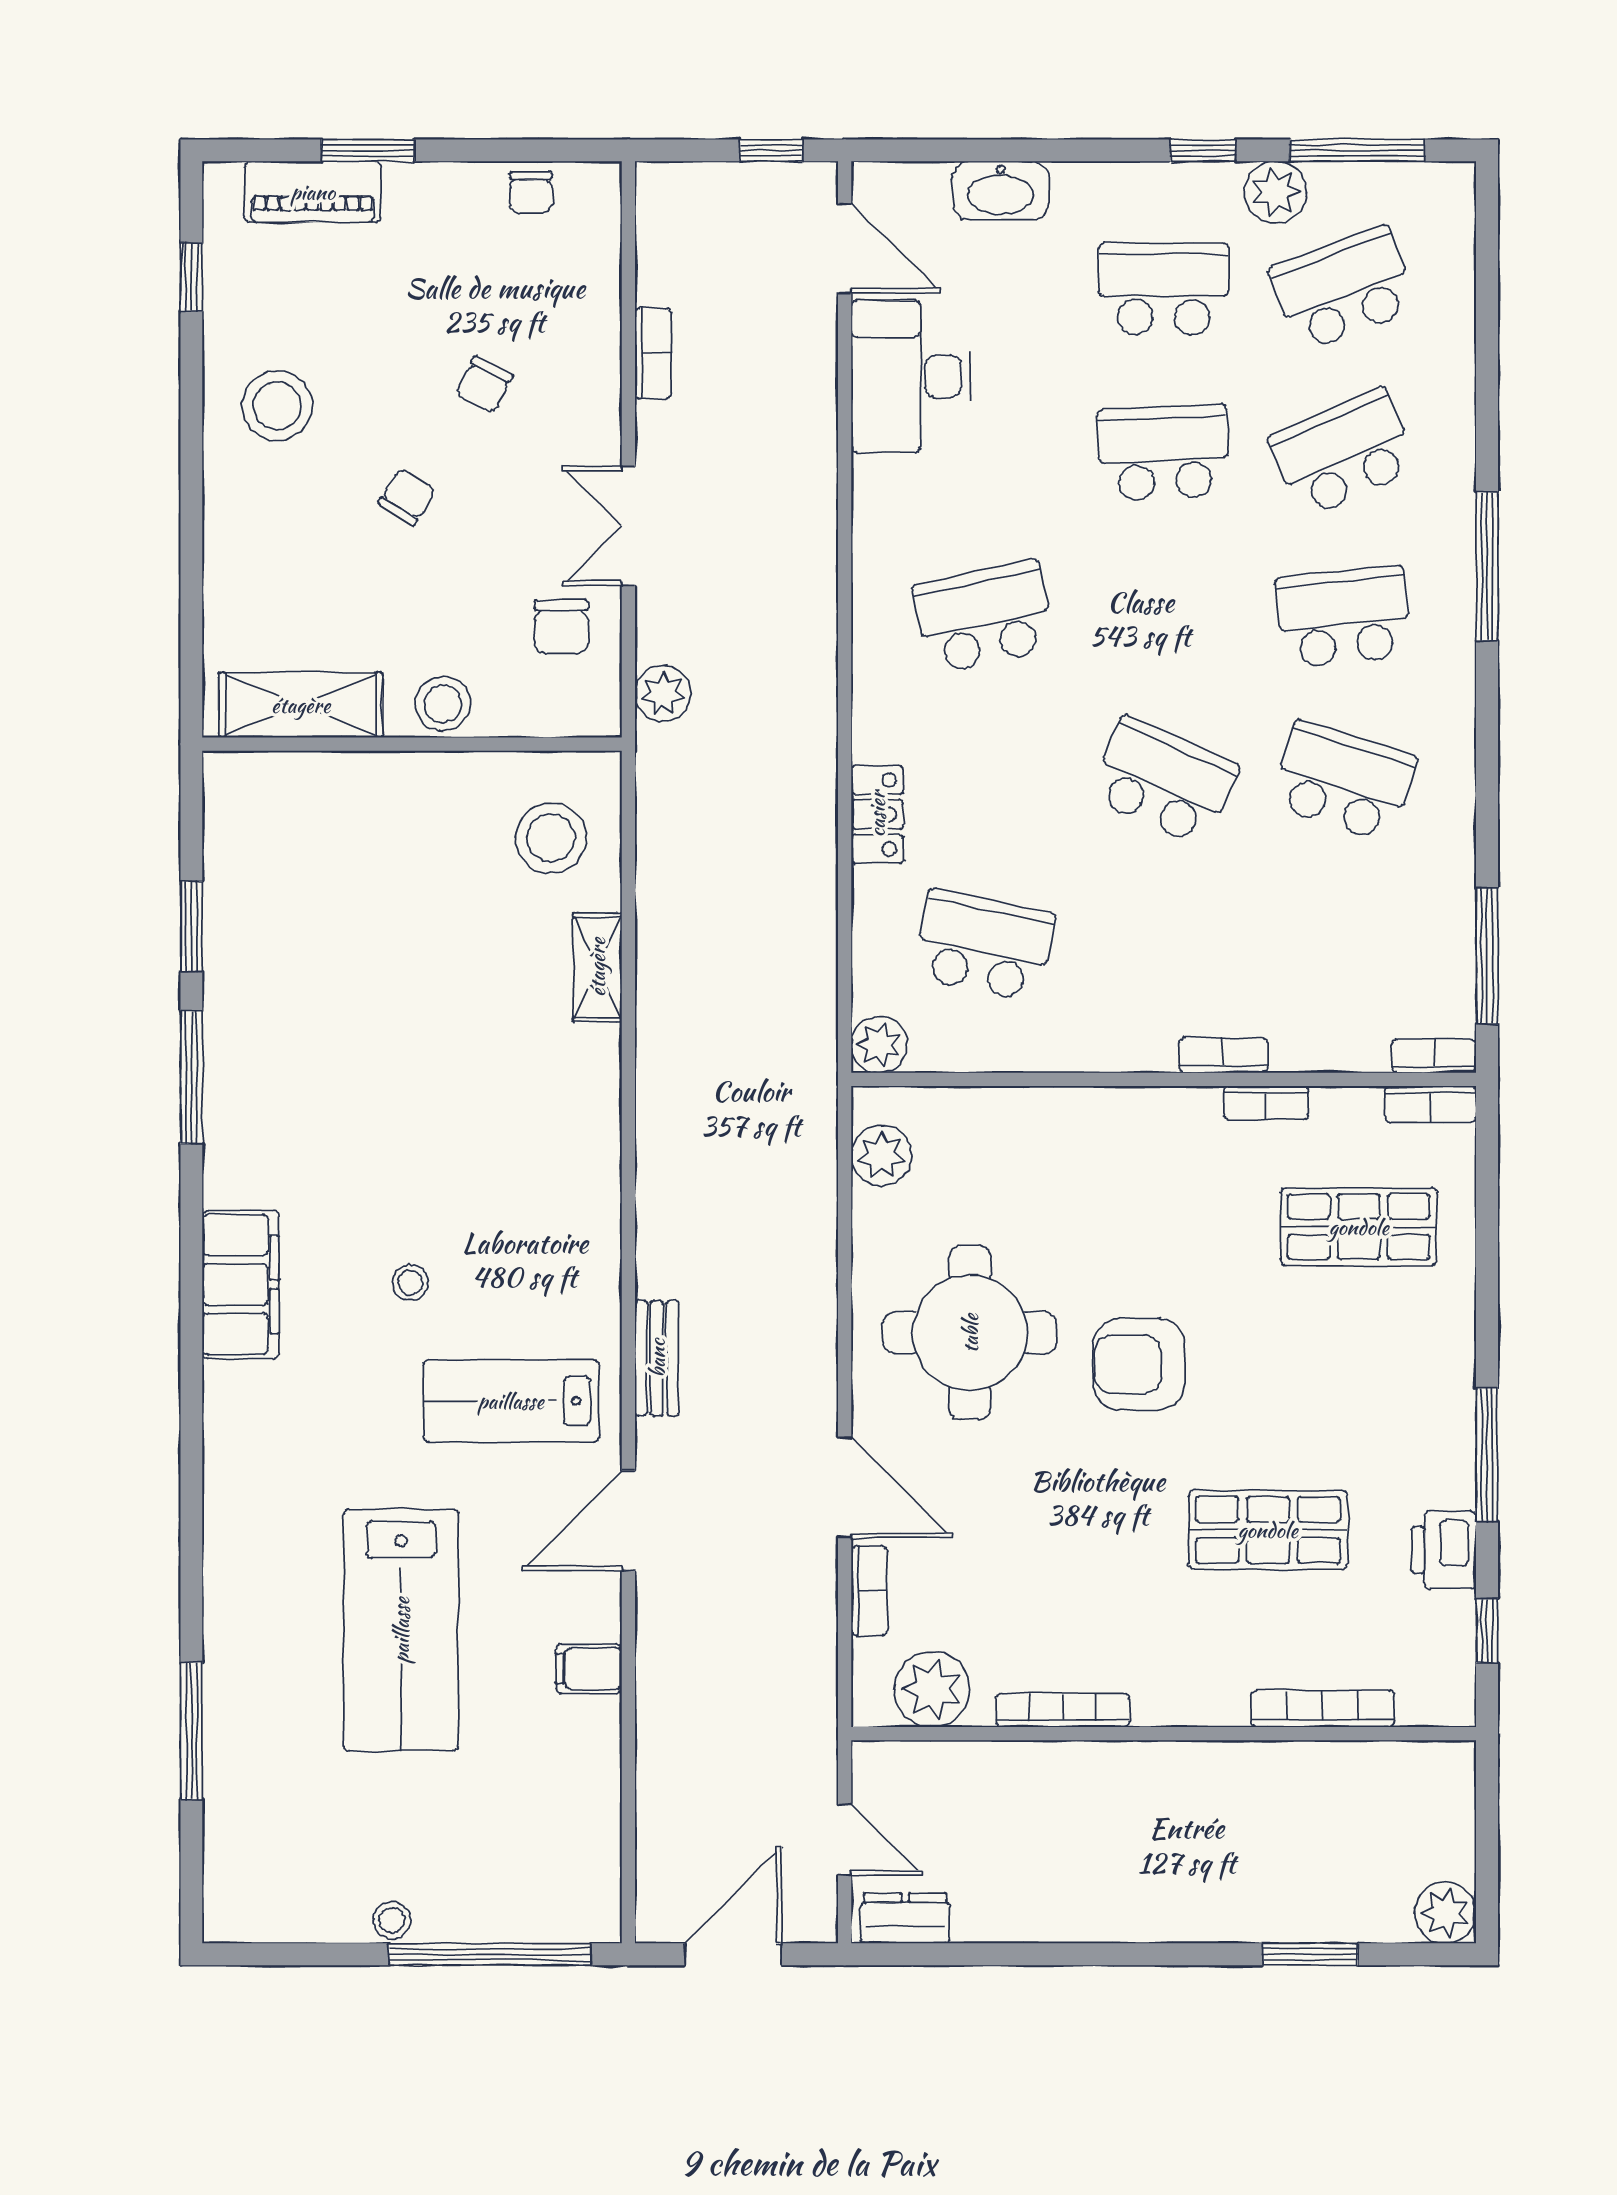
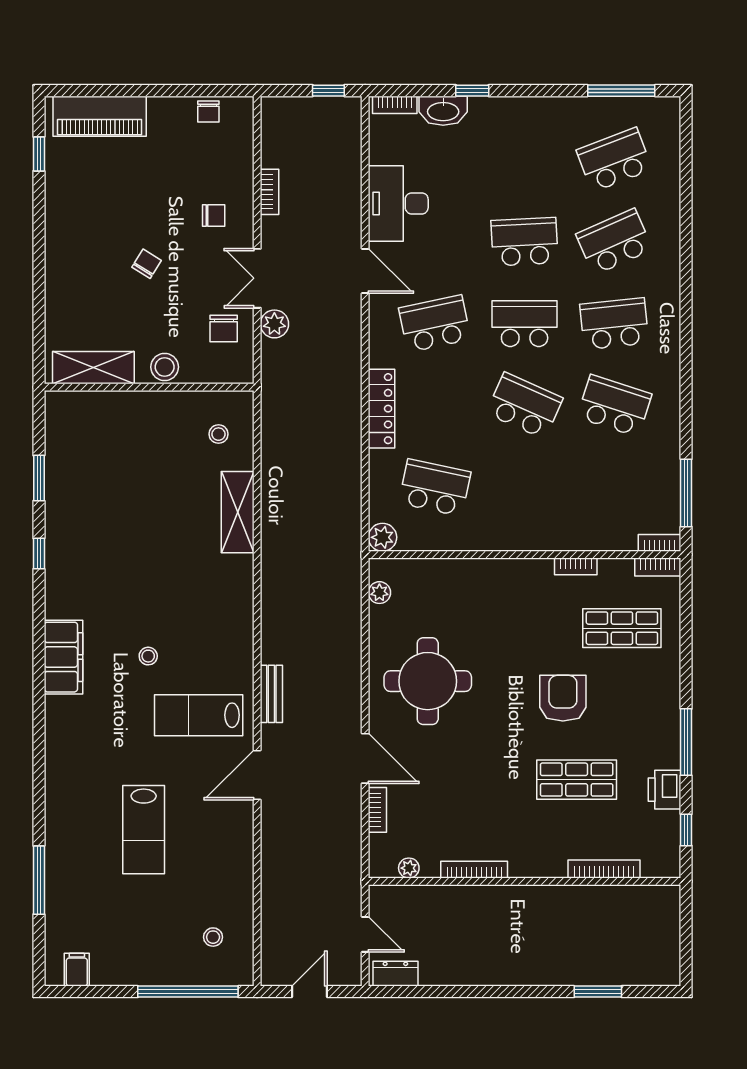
window: (368, 150) -> (127, 91), removed
window: (1203, 150) -> (472, 91), moved
piano: (313, 192) -> (100, 116), width x1.37, depth x1.33
plant: (1275, 192) -> (580, 112), removed
door: (845, 248) -> (365, 271), moved
school desk: (1164, 289) -> (525, 324), moved
chair: (484, 385) -> (214, 215), moved, turned -117
stool: (277, 406) -> (82, 218), removed
window: (1487, 566) -> (686, 298), removed
plant: (663, 694) -> (274, 324), moved
locker: (877, 814) -> (381, 409), width x1.53
stool: (551, 838) -> (219, 434), width x0.53, depth x0.53
shelving: (597, 967) -> (238, 512), width x1.50, depth x1.33
bookcase: (1223, 1055) -> (395, 105), moved, turned 180
window: (191, 1077) -> (39, 554), width x0.46
plant: (881, 1155) -> (379, 593), width x0.73, depth x0.73
armchair: (1139, 1364) -> (563, 698), moved, turned 90
lab bench: (401, 1630) -> (144, 830), width x0.73, depth x0.72
filing cabinet: (589, 1669) -> (77, 970), moved, turned 90
plant: (932, 1689) -> (409, 868), width x0.53, depth x0.53
plant: (1445, 1913) -> (665, 971), removed
stool: (392, 1920) -> (213, 937), moved
door: (733, 1954) -> (309, 992), width x0.73

